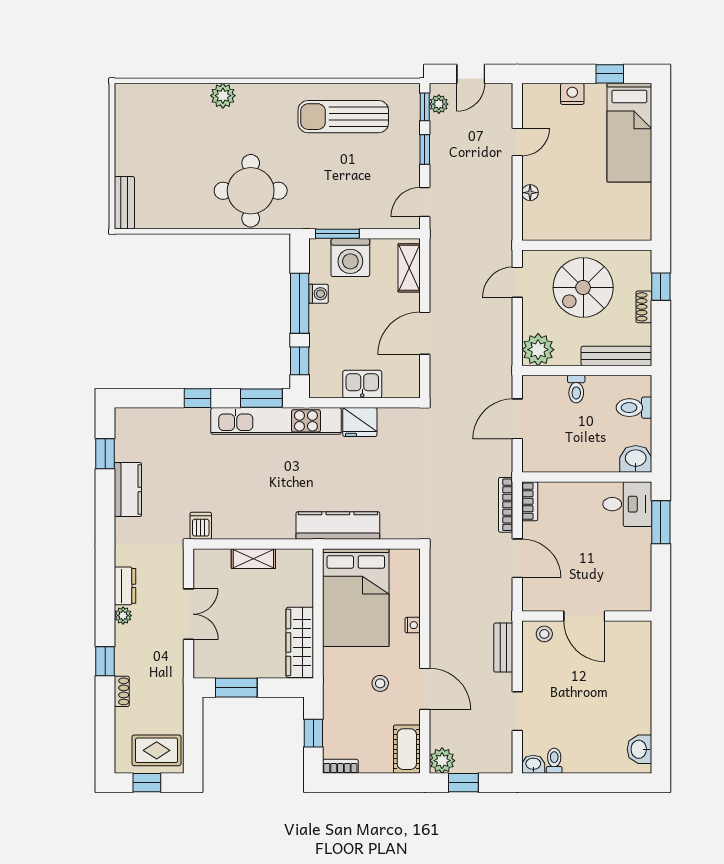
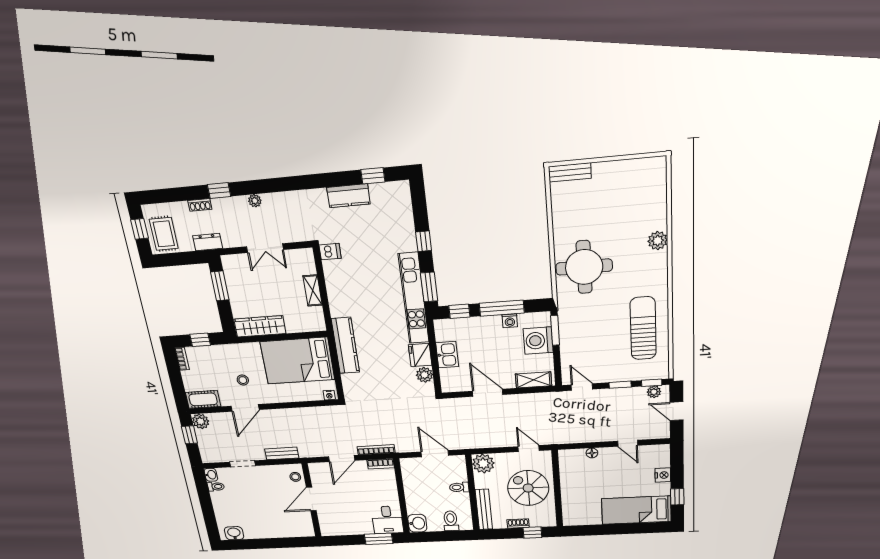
plant: (391, 419) -> (425, 375), added
dresser: (125, 586) -> (208, 242), moved, turned 180
nightstand: (413, 625) -> (329, 395), moved

